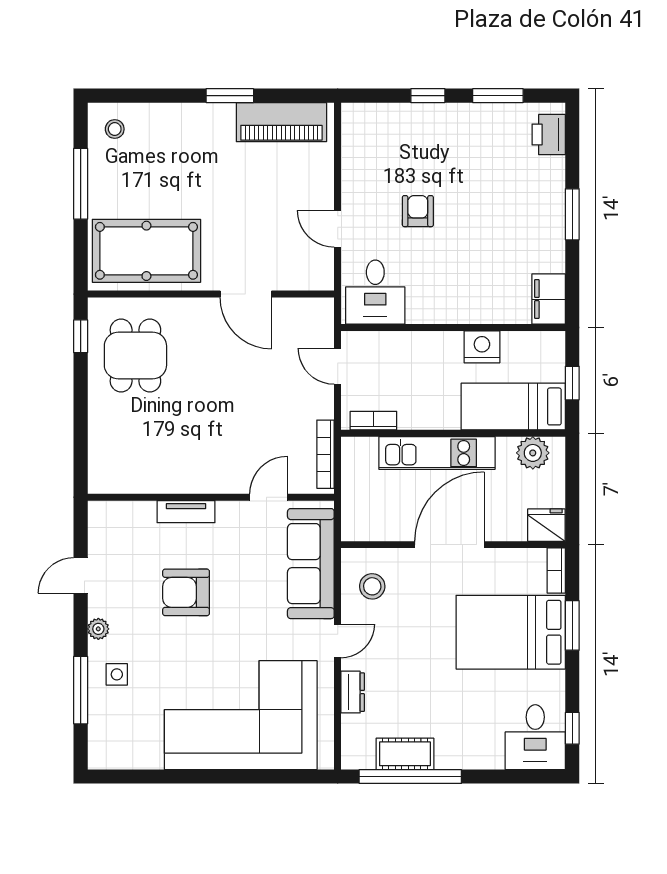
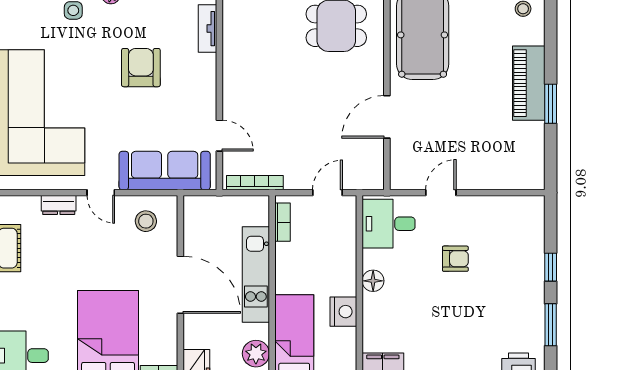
piano: (281, 122) -> (529, 83), moved
floor lamp: (445, 311) -> (373, 281), added
tv unit: (186, 512) -> (207, 29), moved

